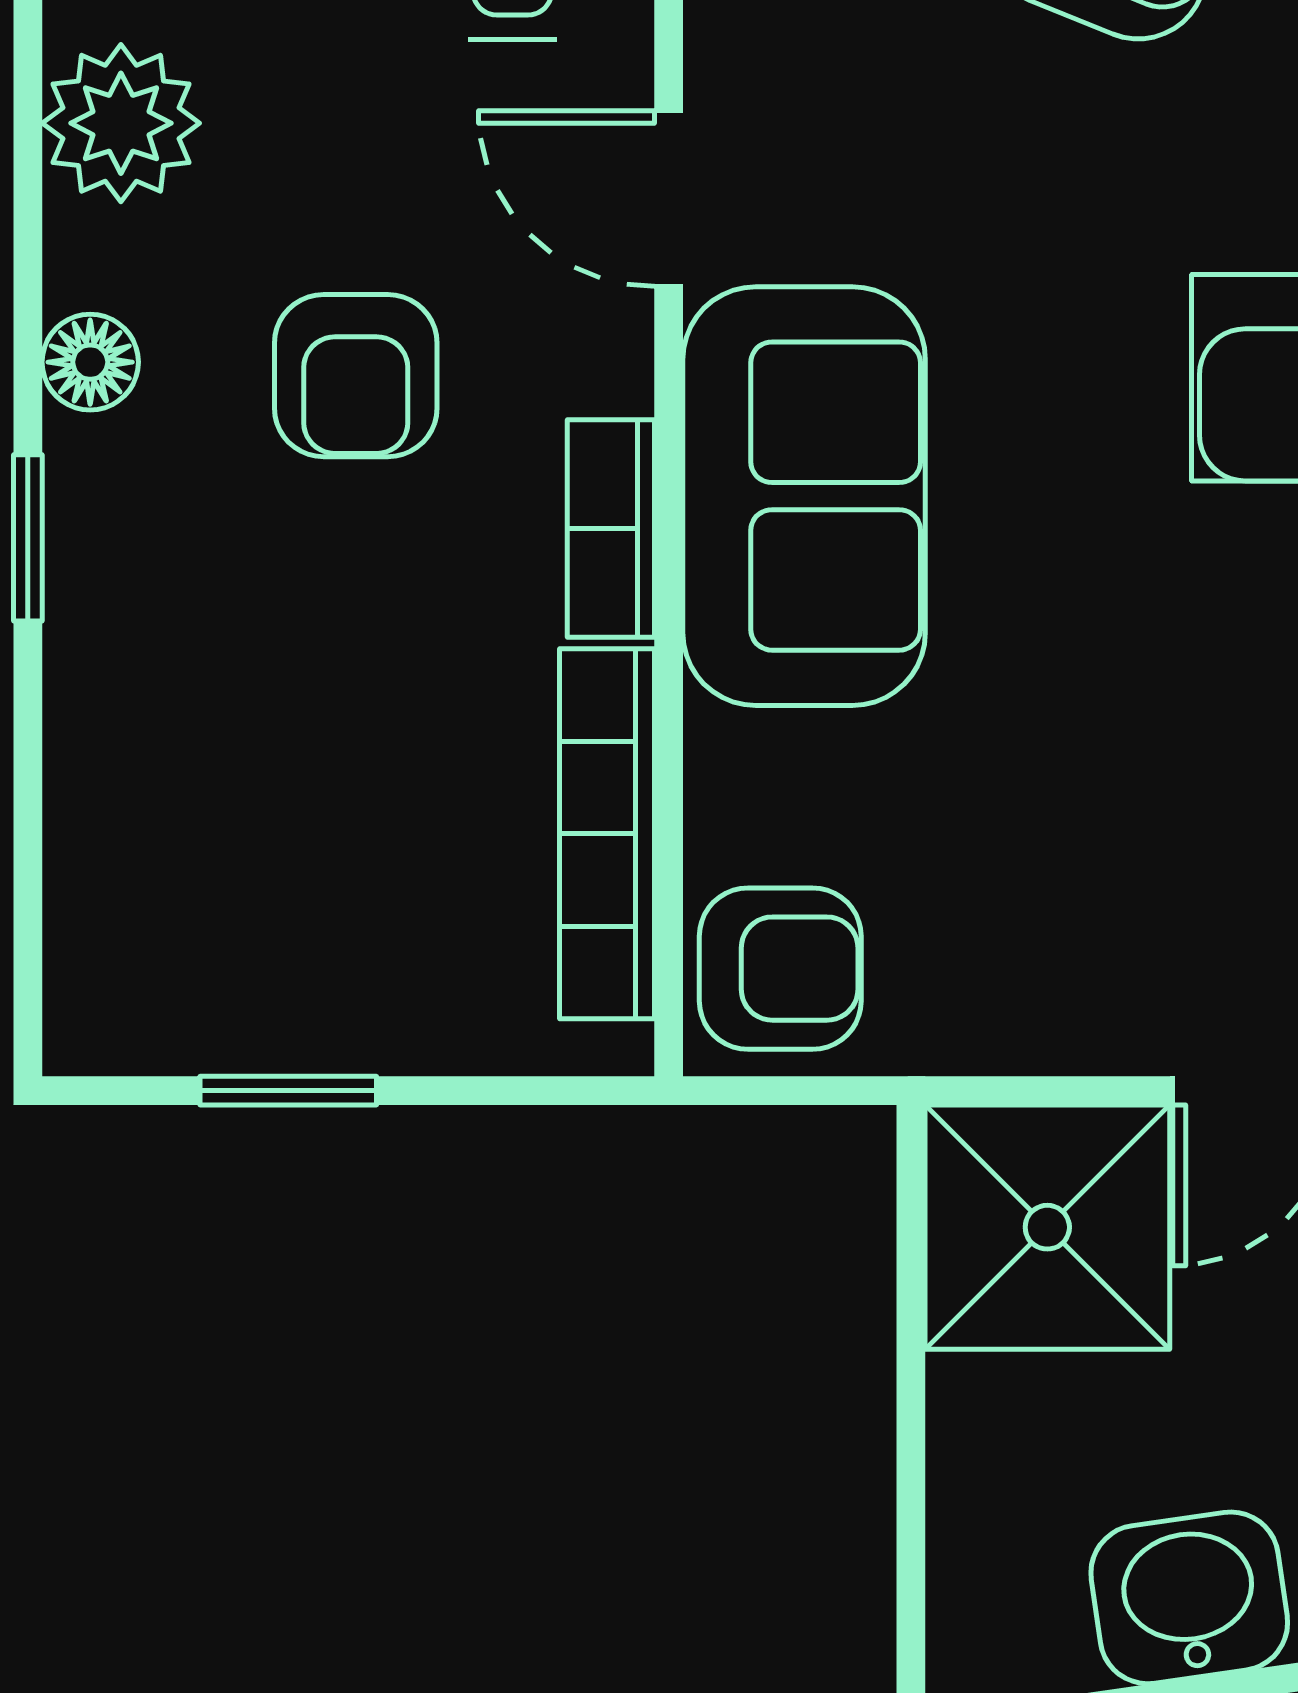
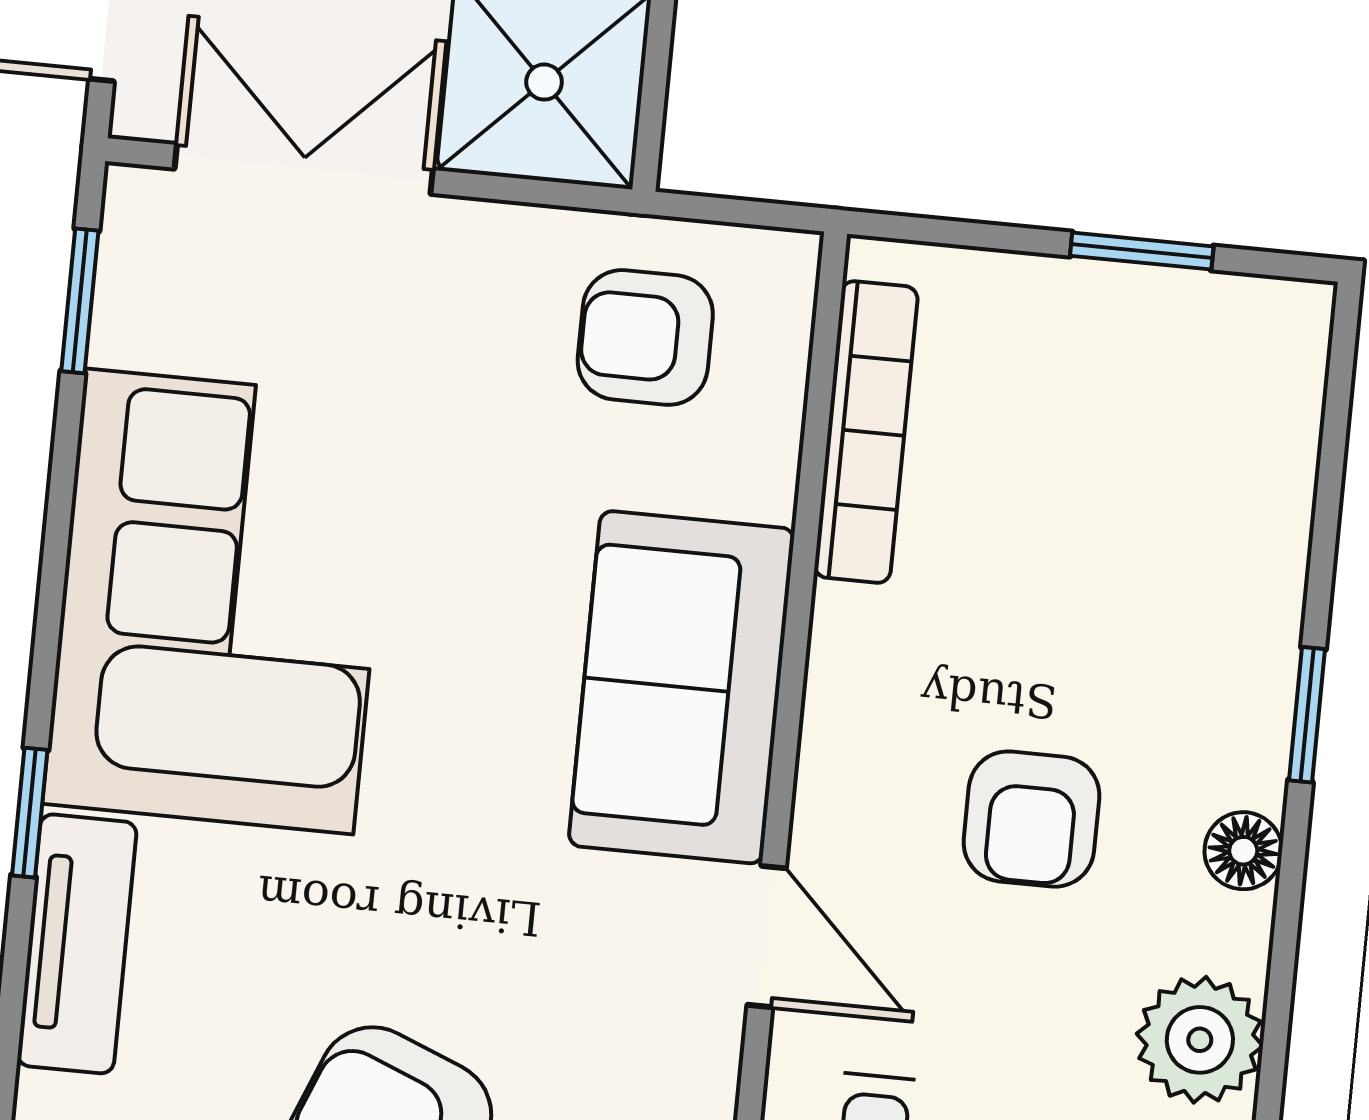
armchair: (356, 376) -> (1031, 819), turned 180
bookcase: (611, 528) -> (839, 676), removed
armchair: (780, 969) -> (645, 337), moved

